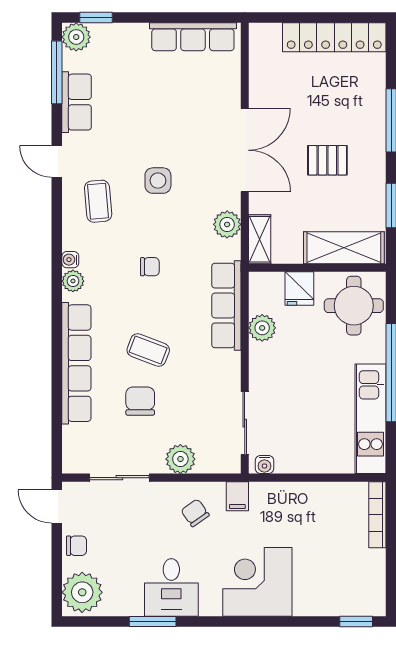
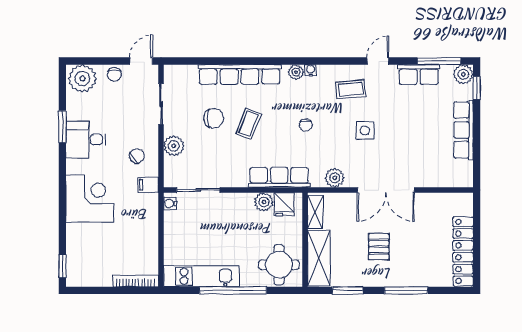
row of seats: (193, 37) -> (463, 130), moved
shelving: (260, 239) -> (315, 212), moved, turned 90
fridge: (299, 289) -> (284, 204), moved, turned -90

